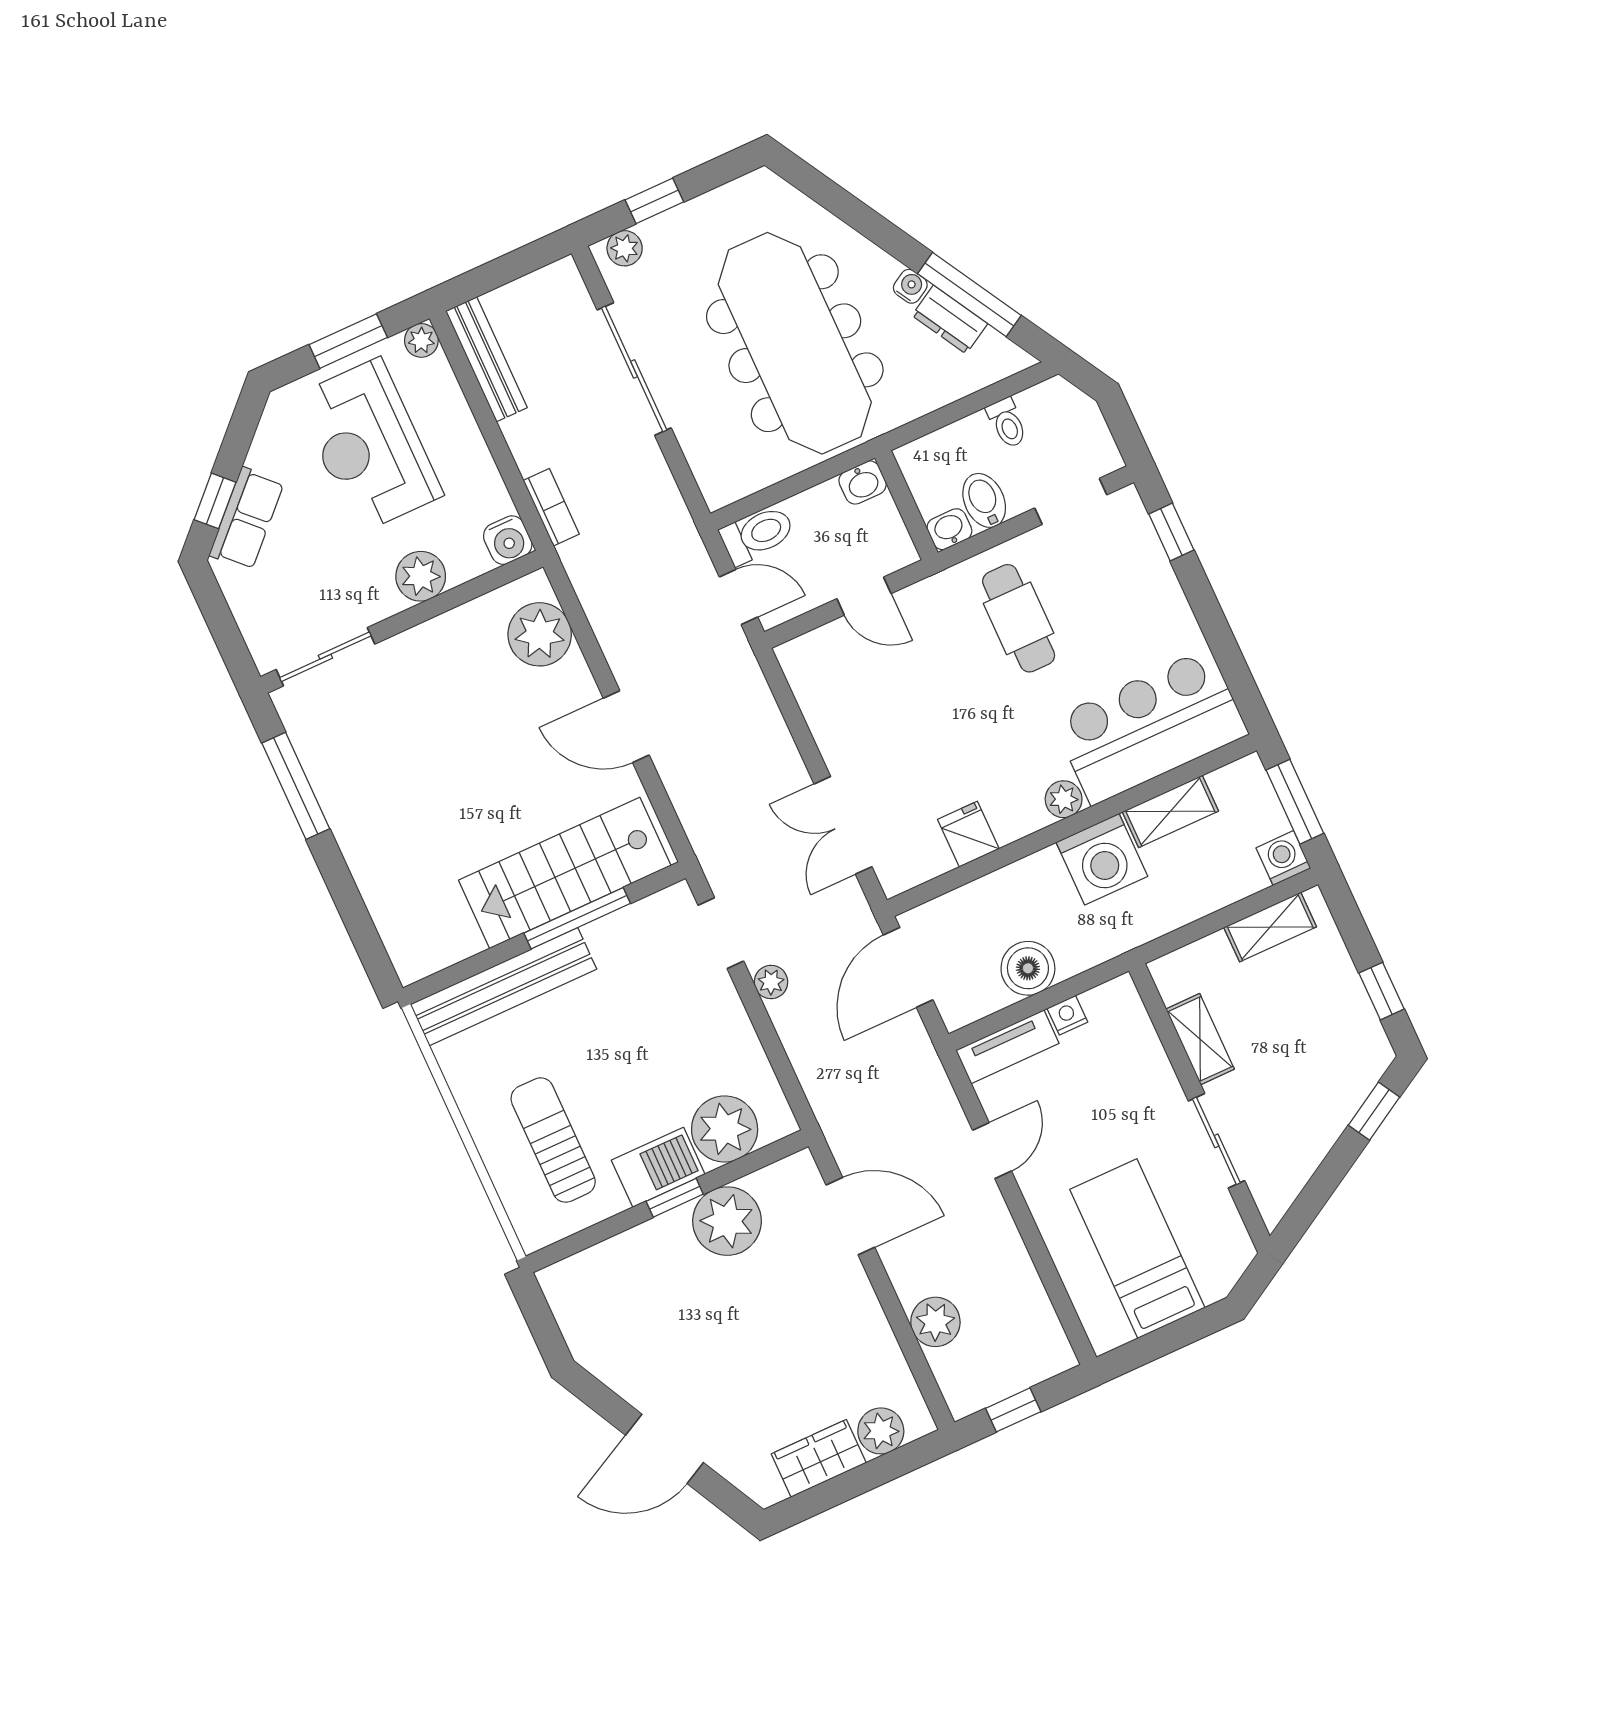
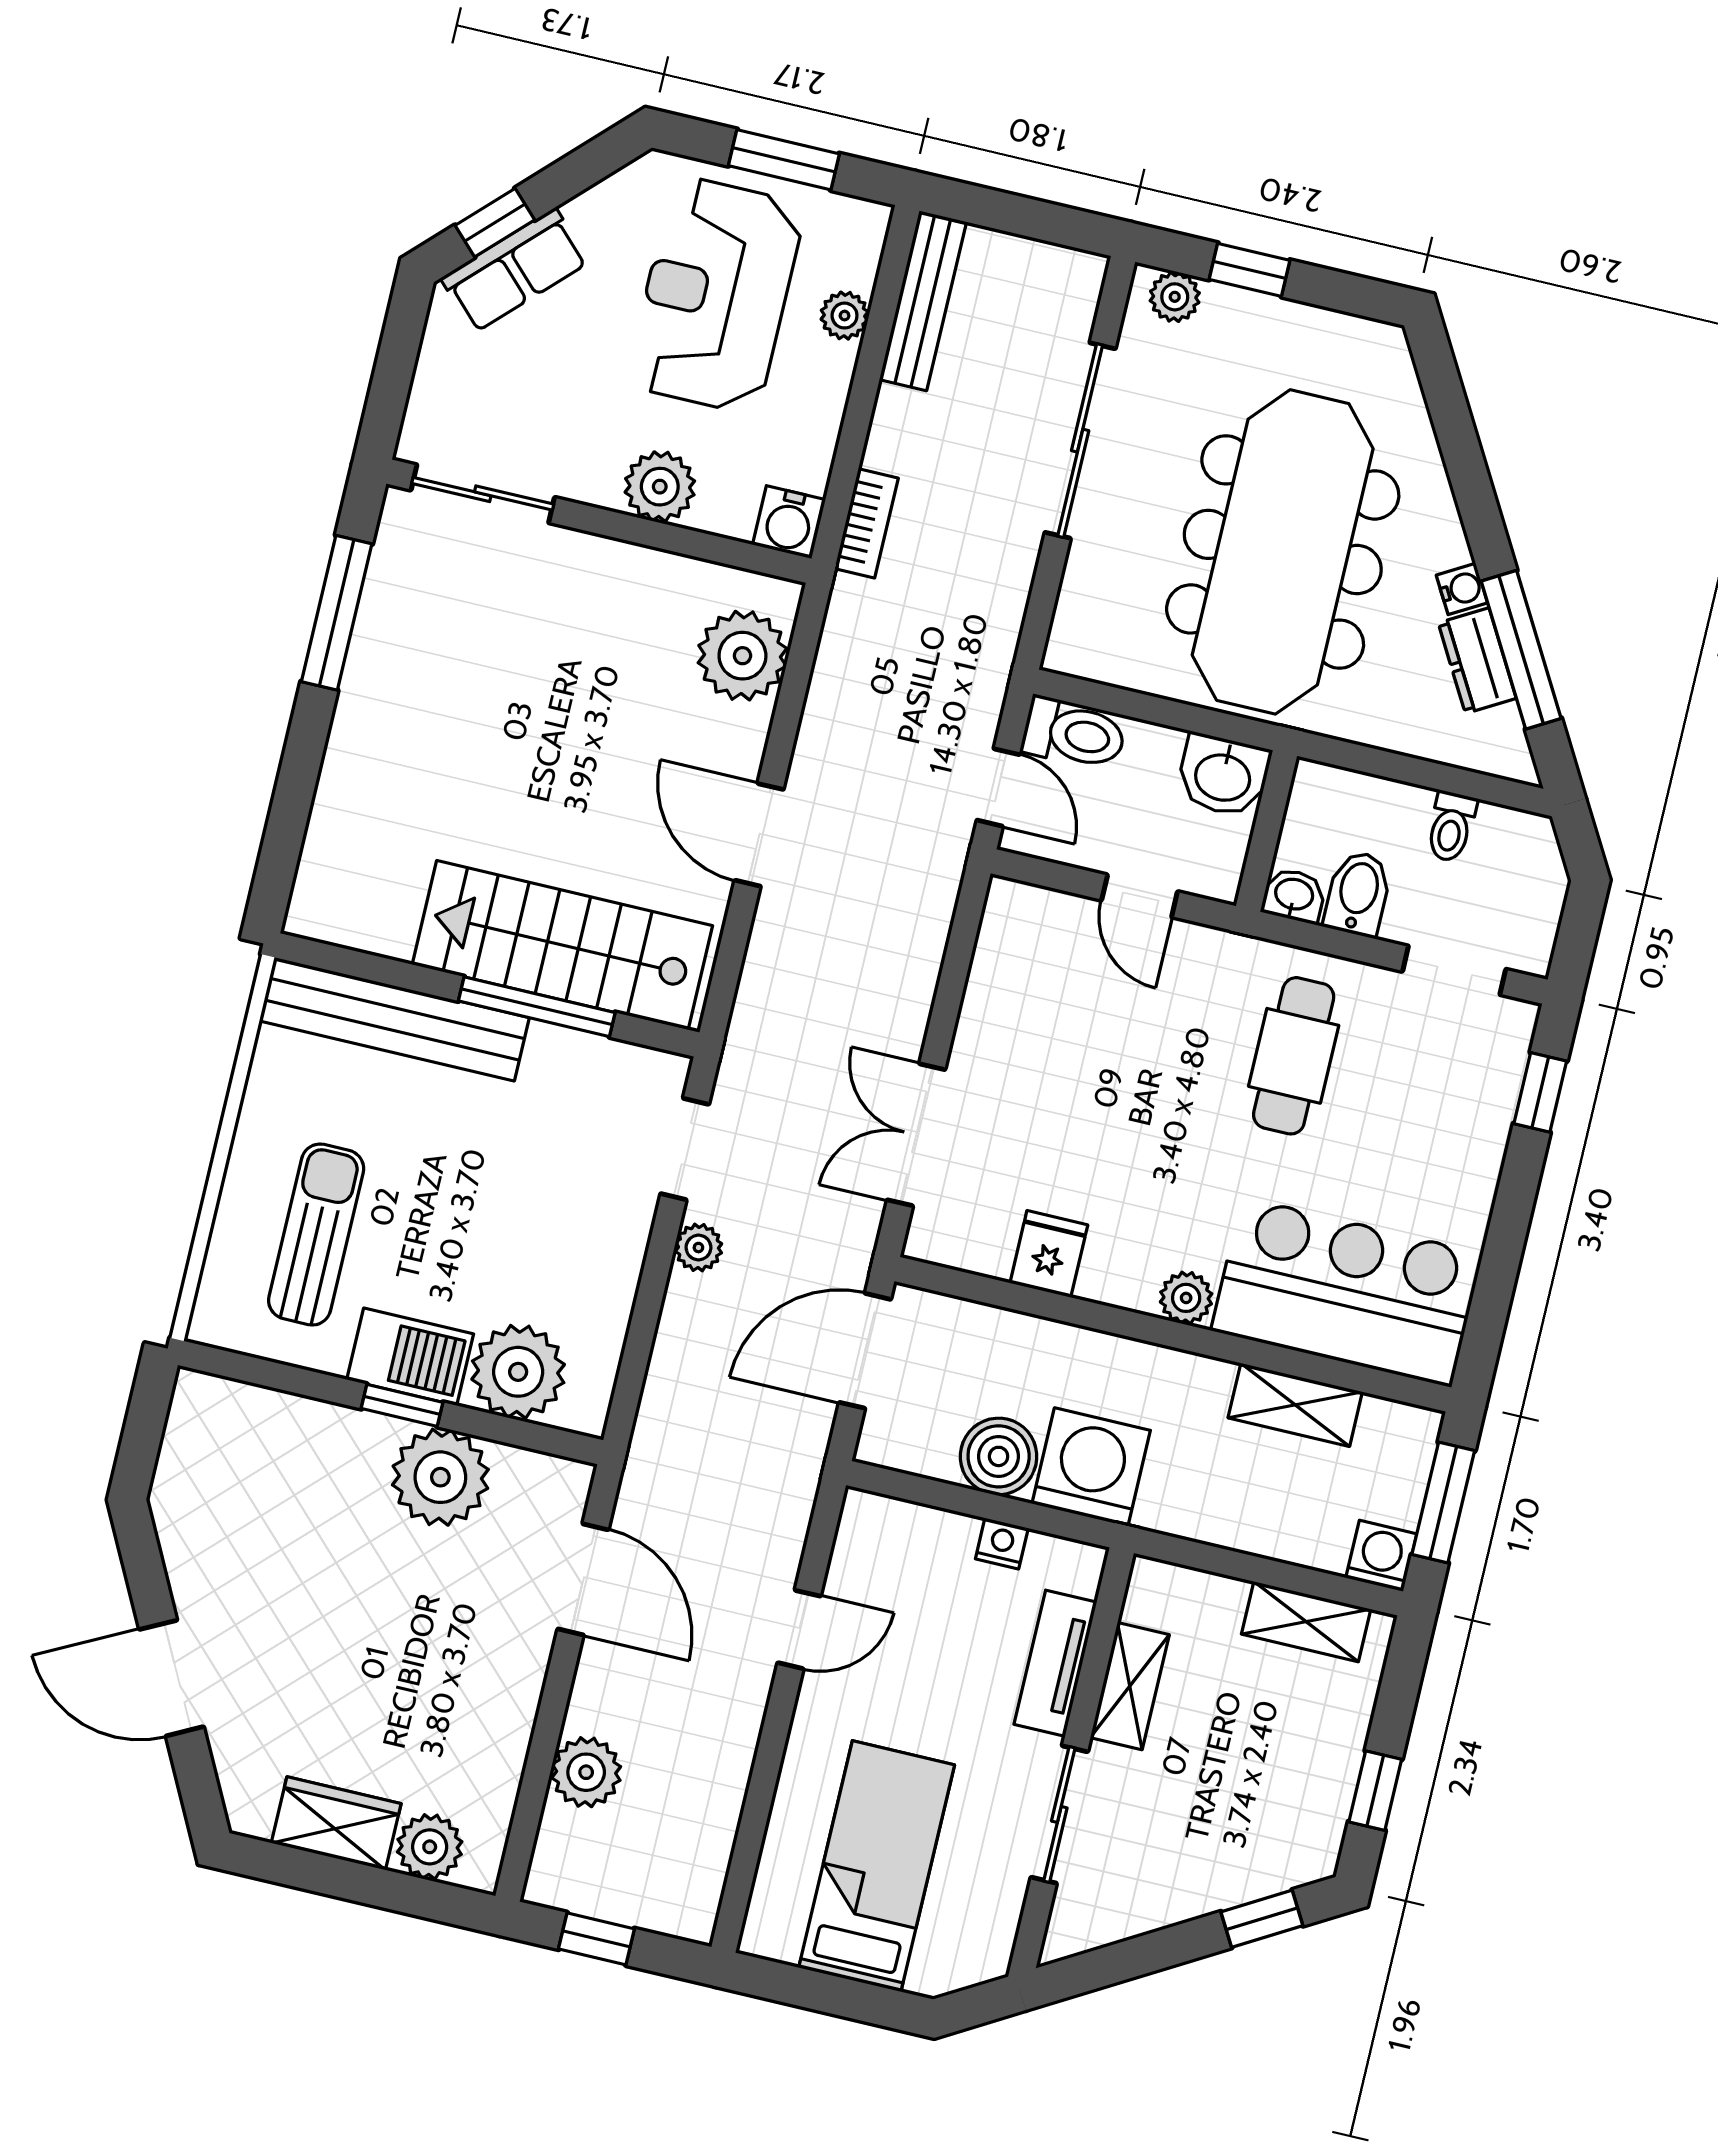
plant: (421, 340) -> (845, 316), moved
washbasin: (863, 483) -> (1223, 775), width x1.38, depth x1.45
washing machine: (1102, 859) -> (1091, 1467), moved, turned 180
tv unit: (1007, 1047) -> (1055, 1663), moved, turned 90

